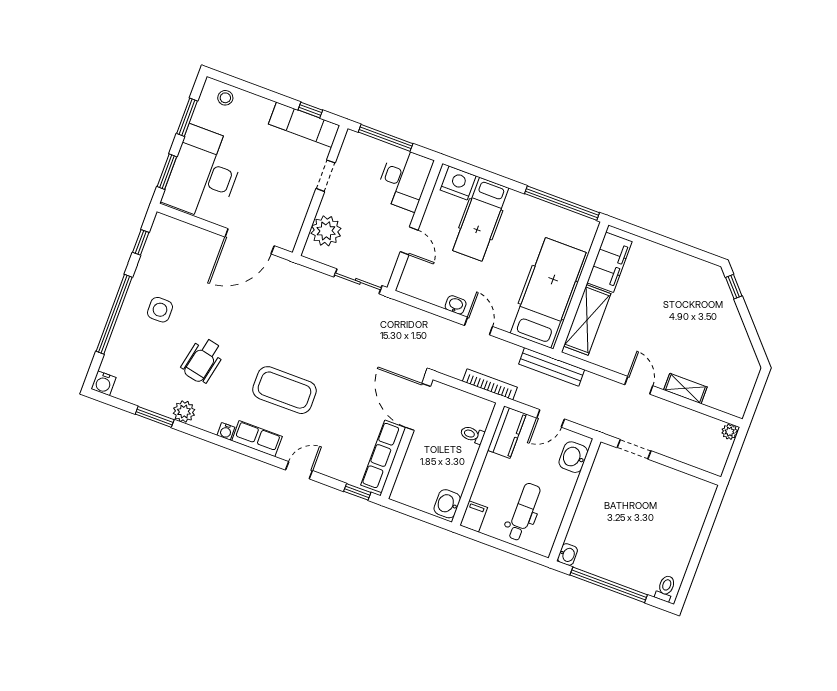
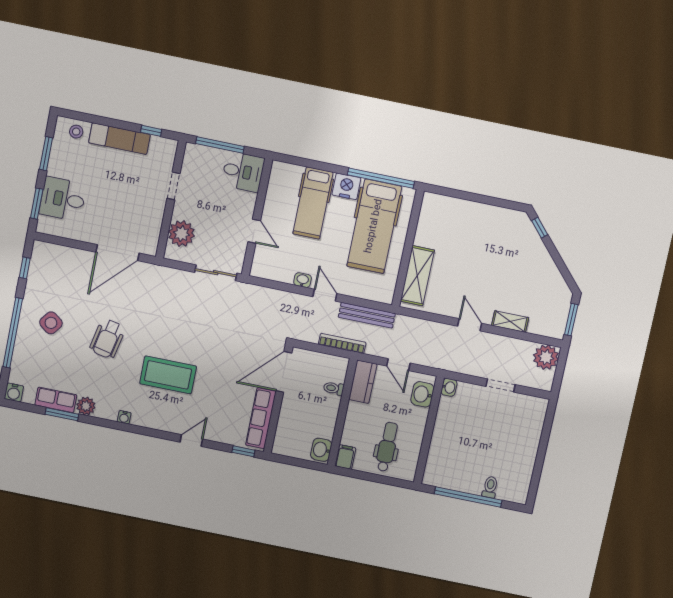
exam couch: (304, 125) -> (119, 139), moved
desk: (204, 173) -> (63, 199), width x0.53, depth x0.77
desk: (404, 179) -> (243, 172), width x0.73
nightstand: (458, 183) -> (346, 186), moved
filing cabinet: (609, 262) -> (429, 223), removed
hospital bed: (548, 293) -> (374, 226), moved, turned 180
side table: (160, 310) -> (51, 323), turned 37
wheelchair: (203, 360) -> (107, 339), moved
bench: (552, 367) -> (367, 315), moved
window: (755, 397) -> (571, 320), added
door: (418, 407) -> (284, 372), hinge flipped
door: (551, 418) -> (398, 365), hinge flipped
plant: (730, 432) -> (546, 357), width x1.87, depth x1.87
row of seats: (257, 439) -> (56, 400), moved
doorway: (634, 449) -> (500, 385), moved
washbasin: (567, 554) -> (449, 387), moved
toilet: (666, 588) -> (490, 487), moved

